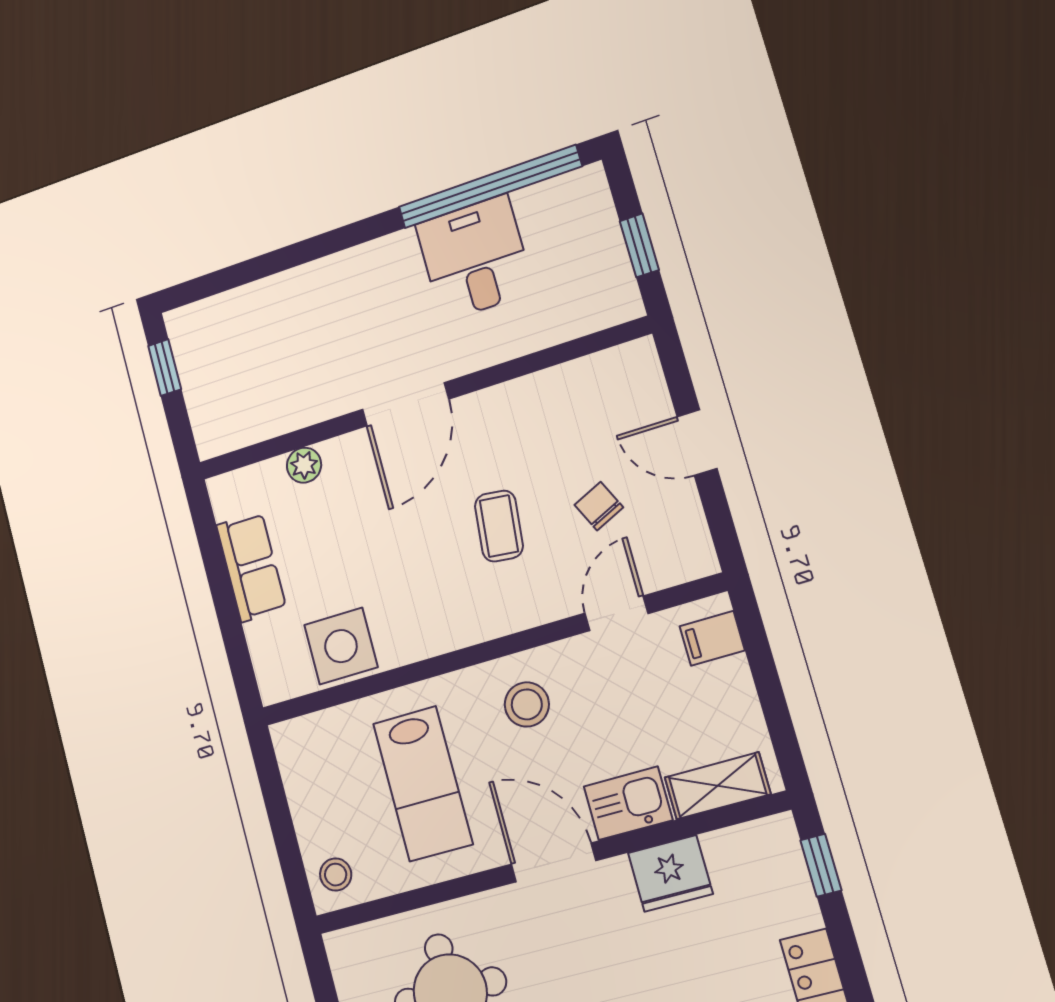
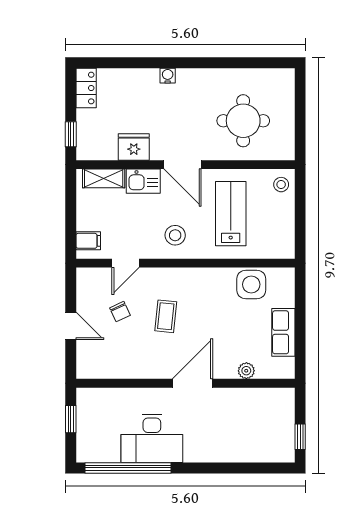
desk: (475, 258) -> (152, 438), width x1.37

